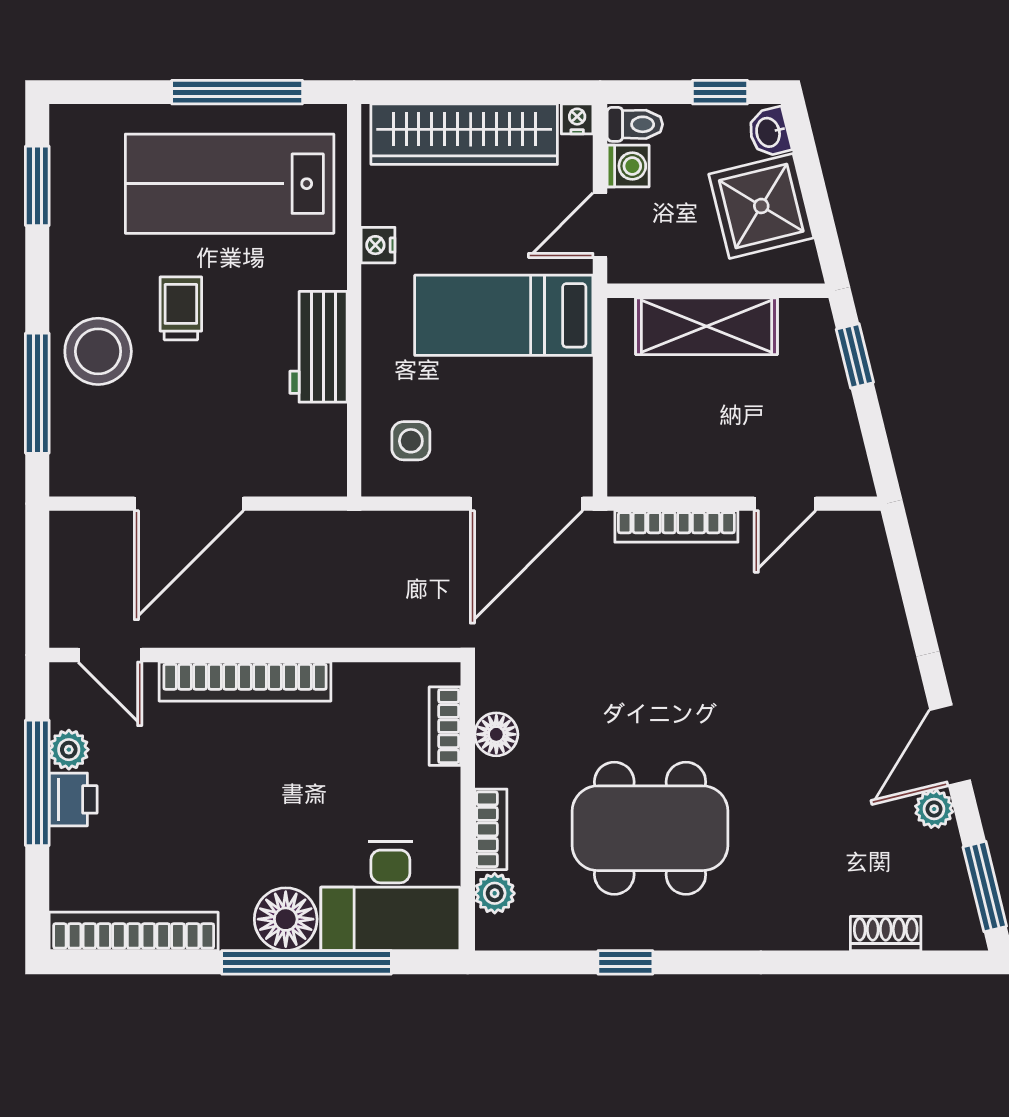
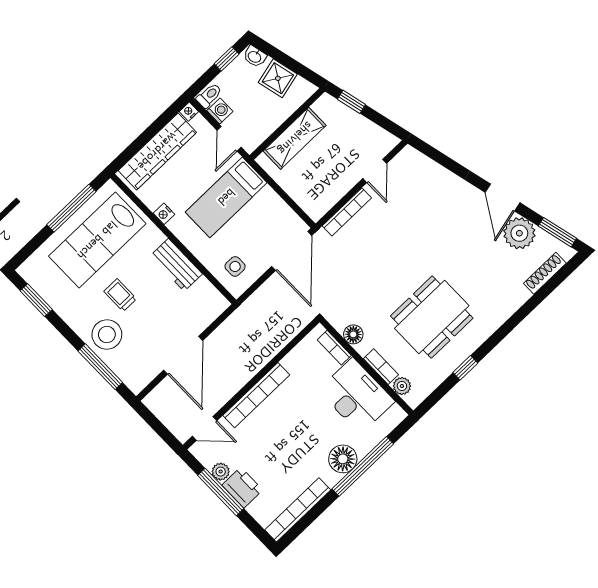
shower: (761, 206) -> (278, 78), width x0.73, depth x0.73
printer: (73, 799) -> (242, 488), width x1.36, depth x1.24
plant: (934, 809) -> (519, 233), width x1.87, depth x1.87
desk: (390, 896) -> (357, 396), moved, turned -90
shoe rack: (886, 933) -> (545, 273), width x1.43

